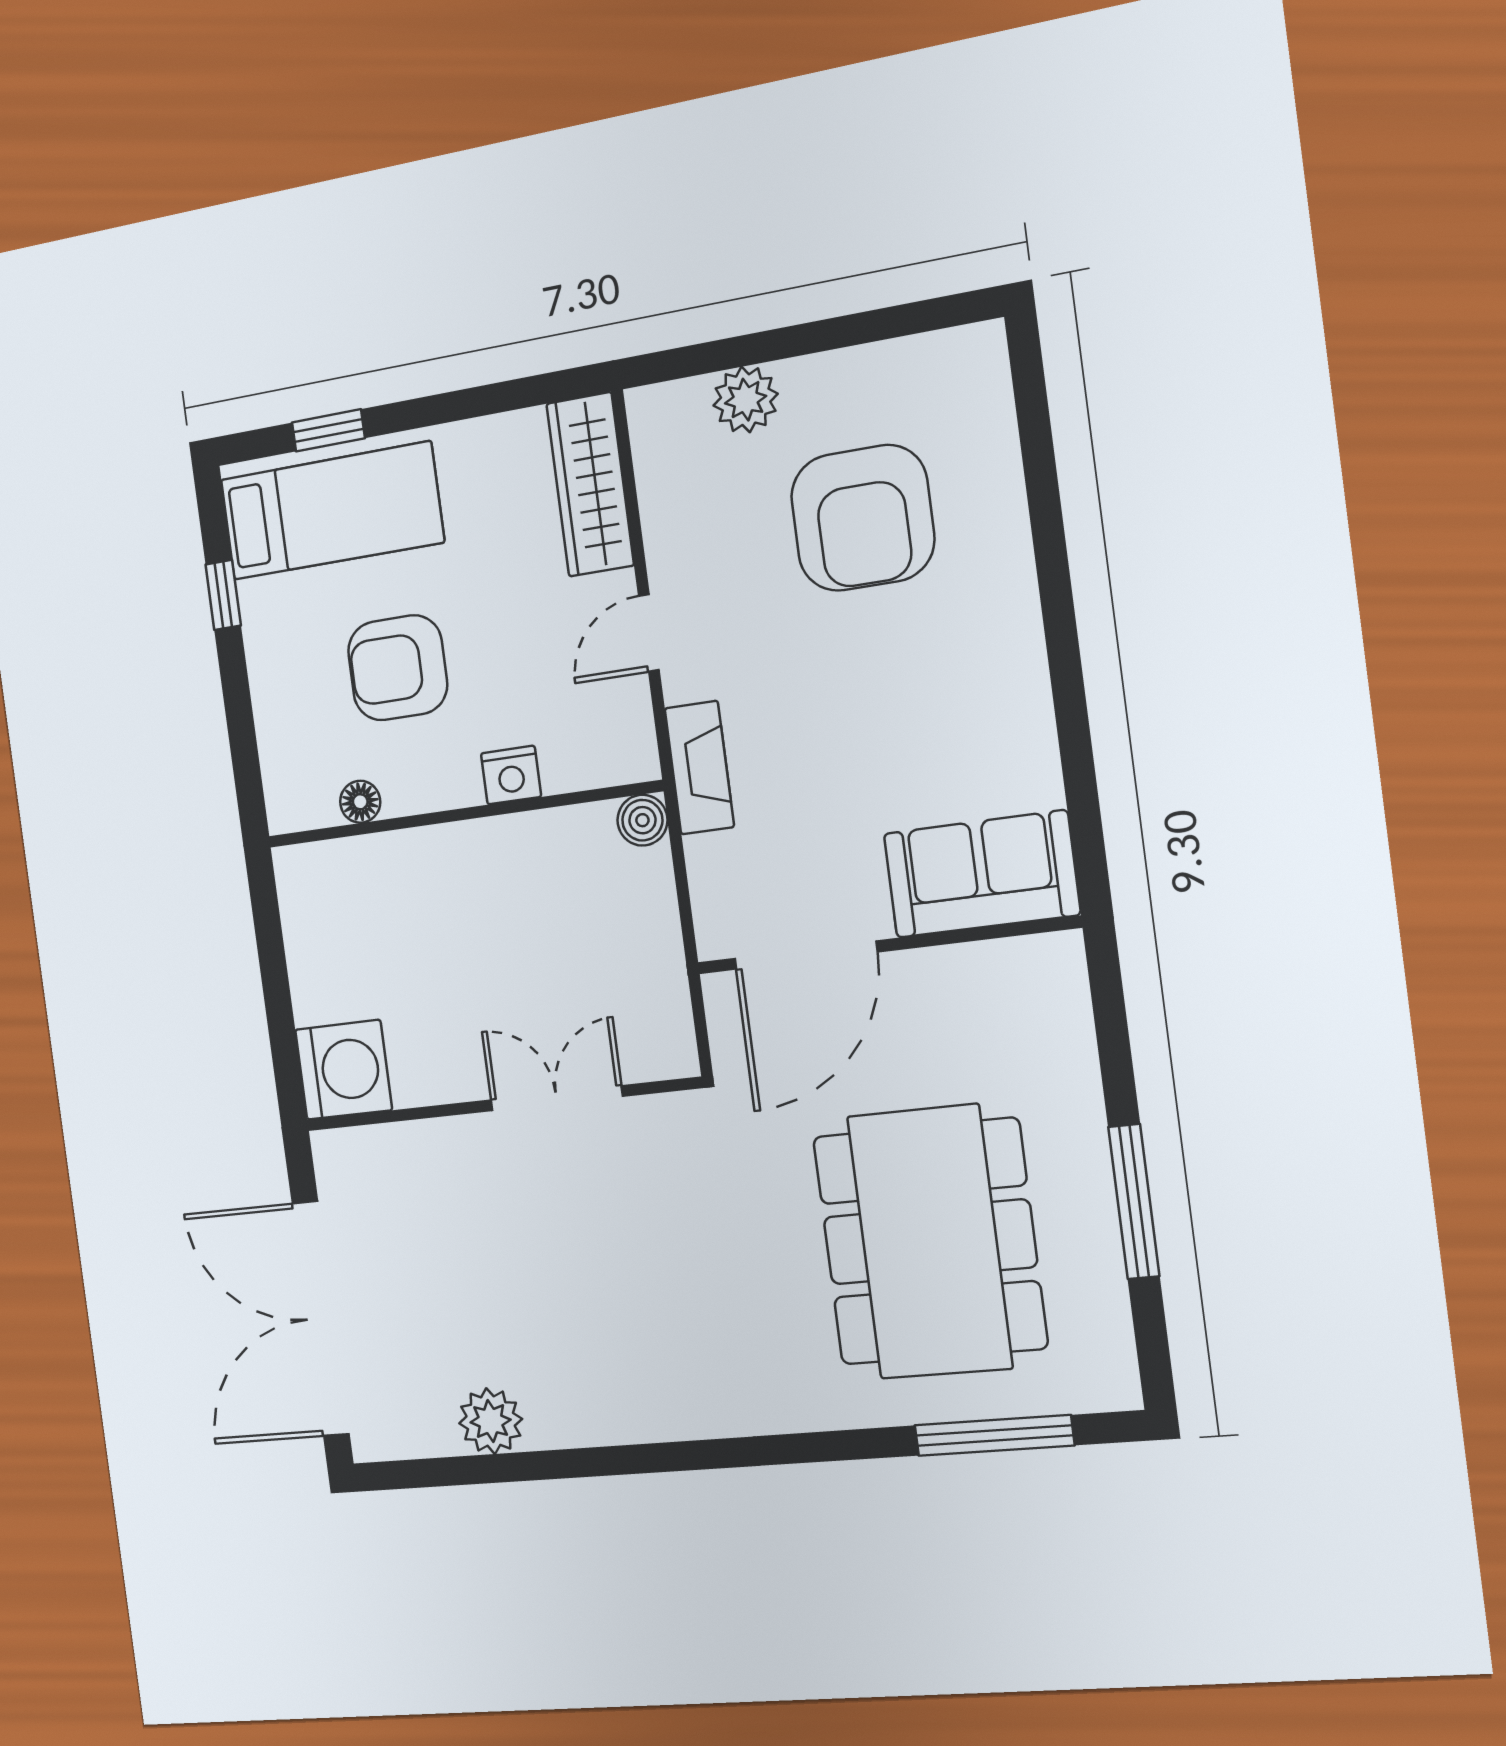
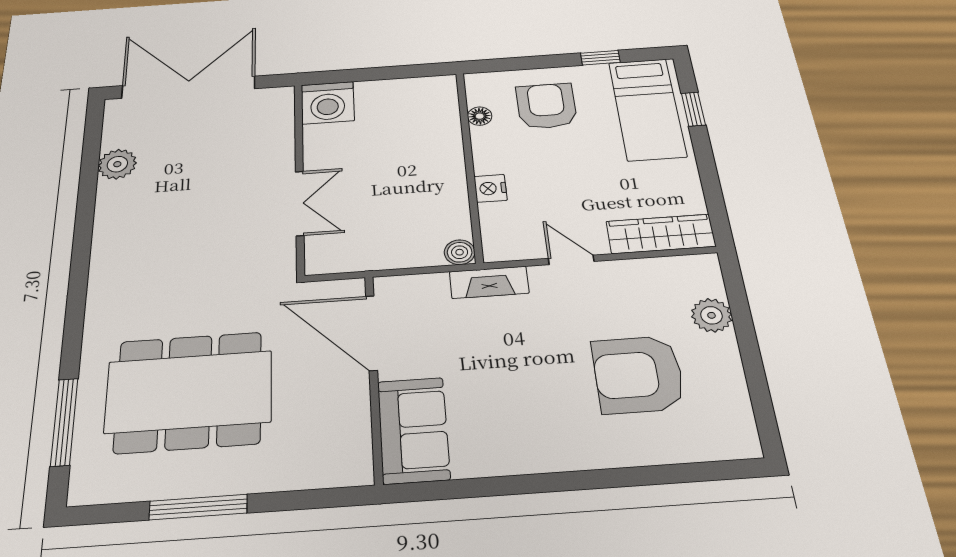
armchair: (398, 668) -> (546, 106), moved

